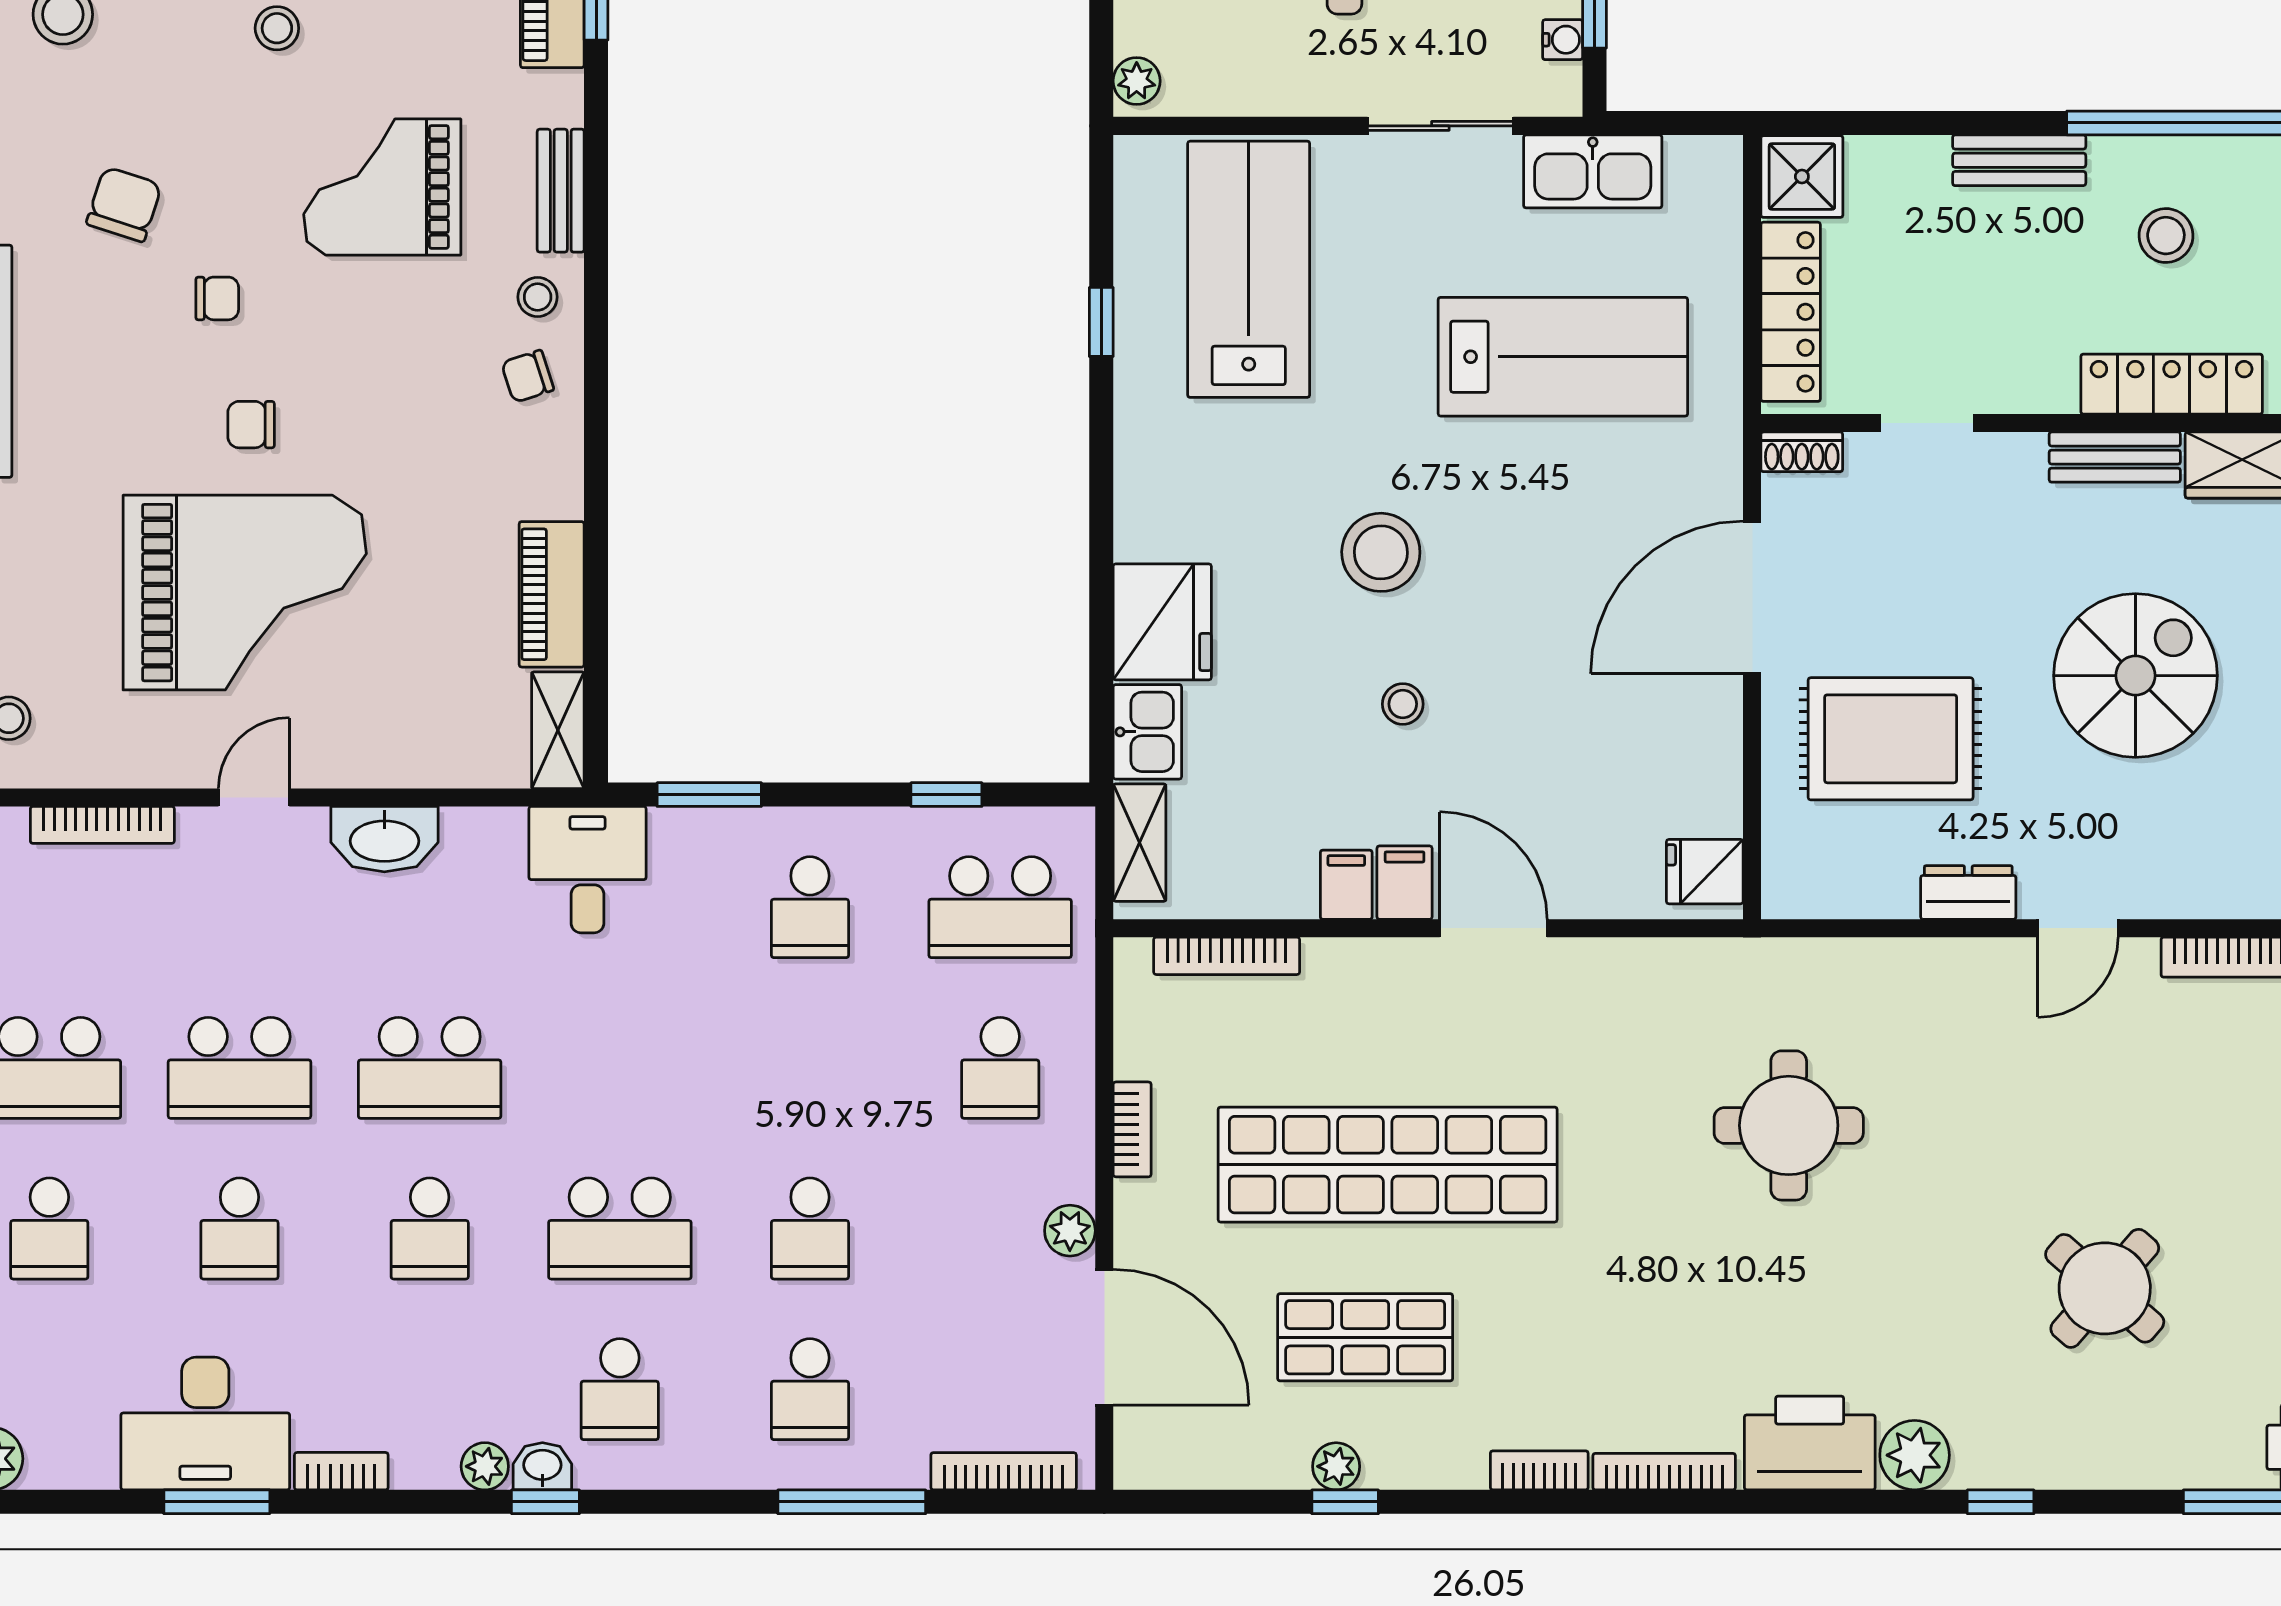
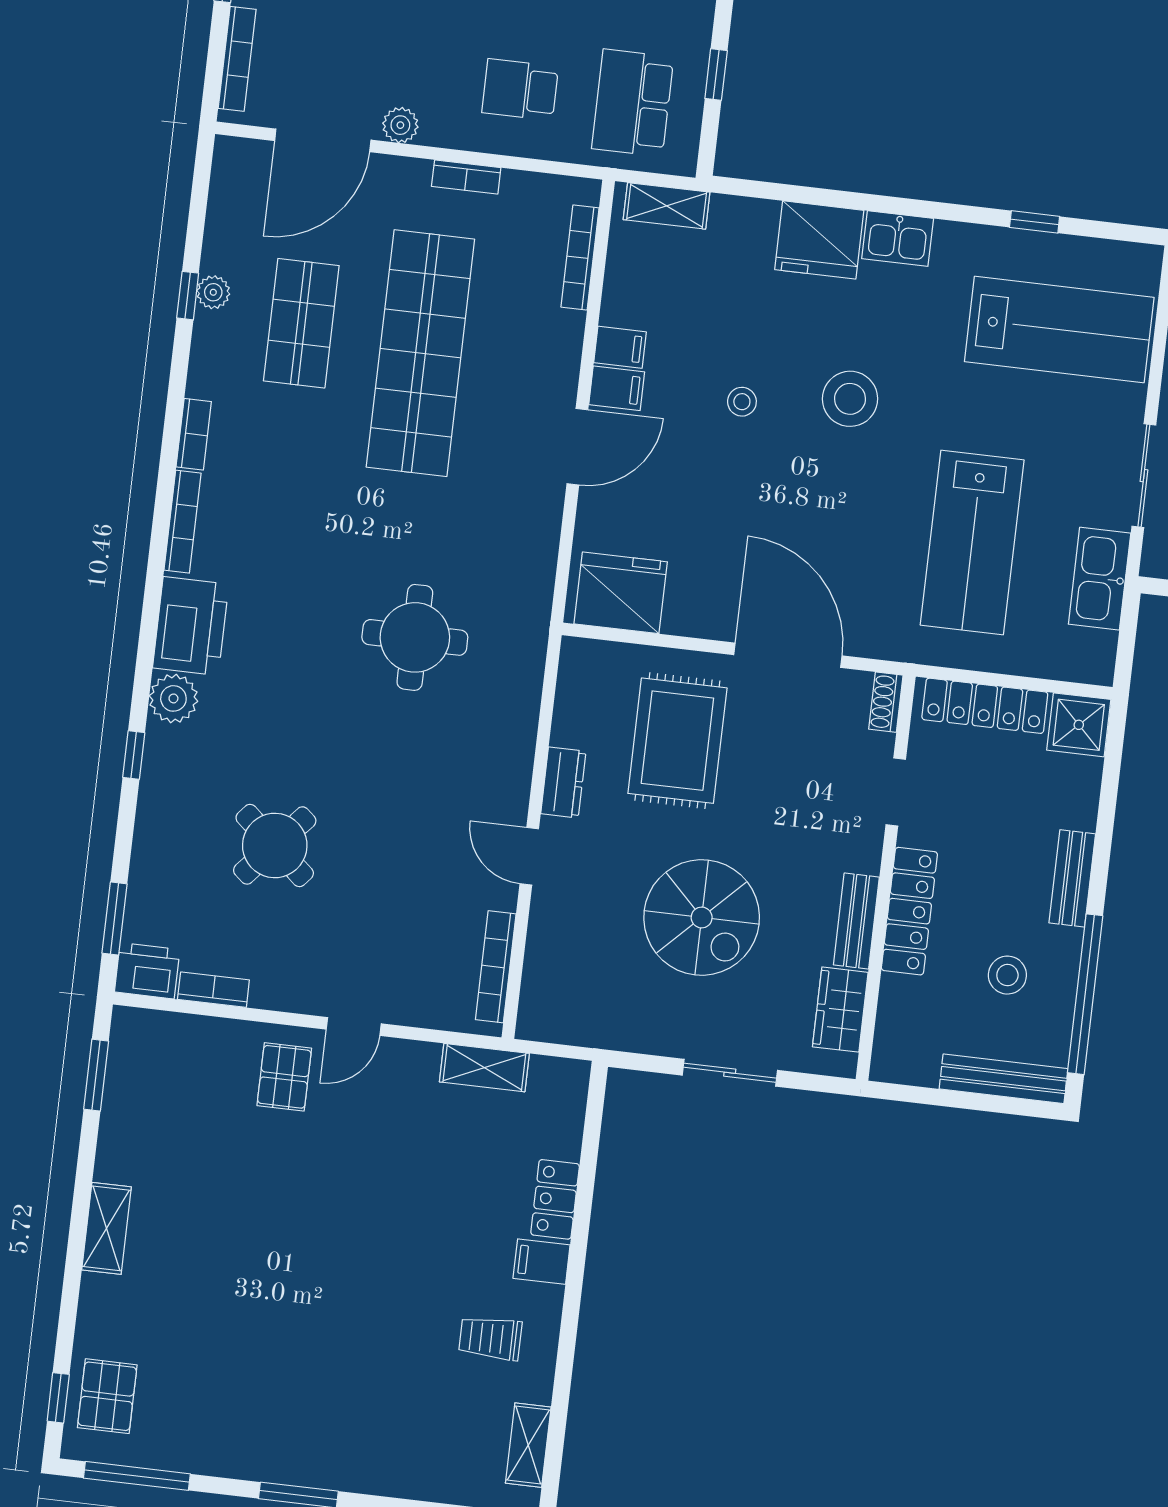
locker: (2172, 384) -> (909, 911), moved
kitchen sink: (1147, 732) -> (898, 239), moved
fridge: (1705, 872) -> (621, 593), width x1.88, depth x1.34

